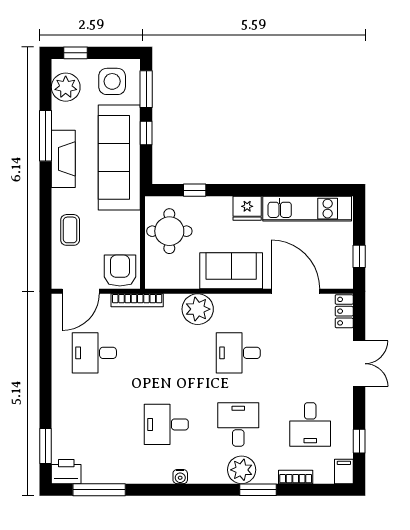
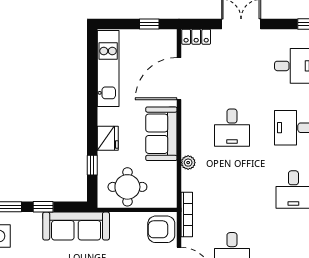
sofa: (119, 157) -> (76, 226), width x0.74, depth x0.79
fridge: (247, 208) -> (108, 138), moved
plant: (198, 309) -> (188, 163), width x0.53, depth x0.53

